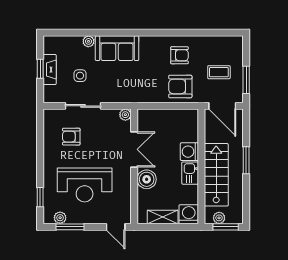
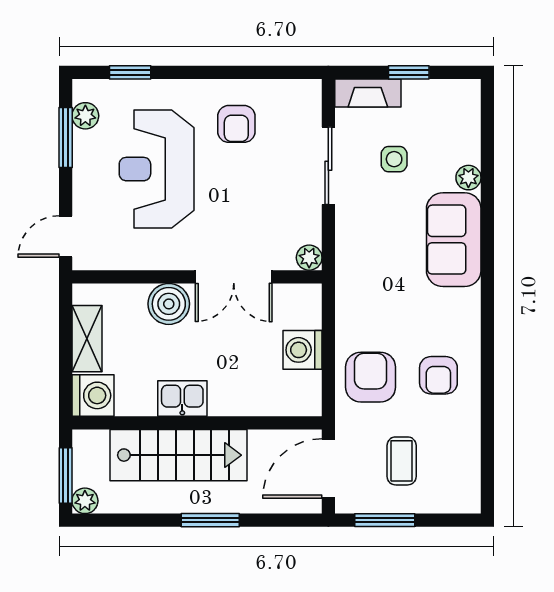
fireplace: (50, 70) -> (368, 93), moved
armchair: (71, 137) -> (236, 124), moved, turned 180
washing machine: (189, 152) -> (302, 350), moved, turned -90
plant: (219, 218) -> (85, 501), moved

